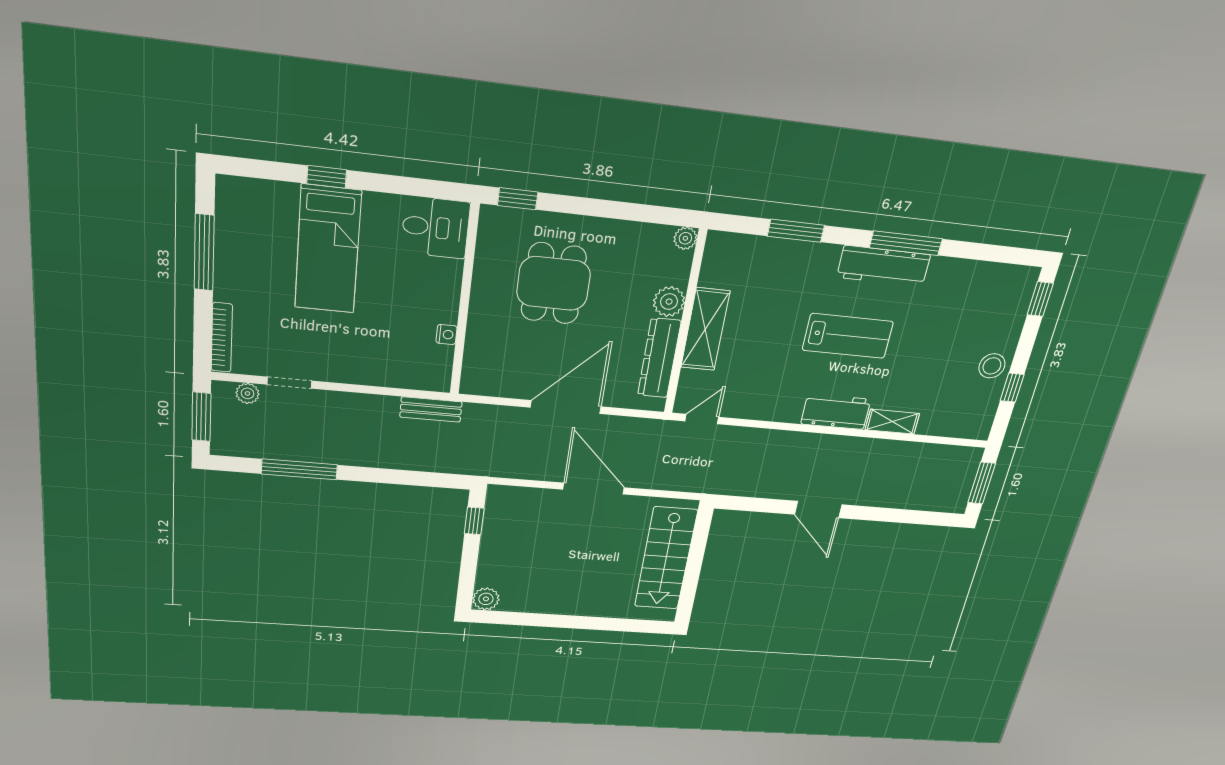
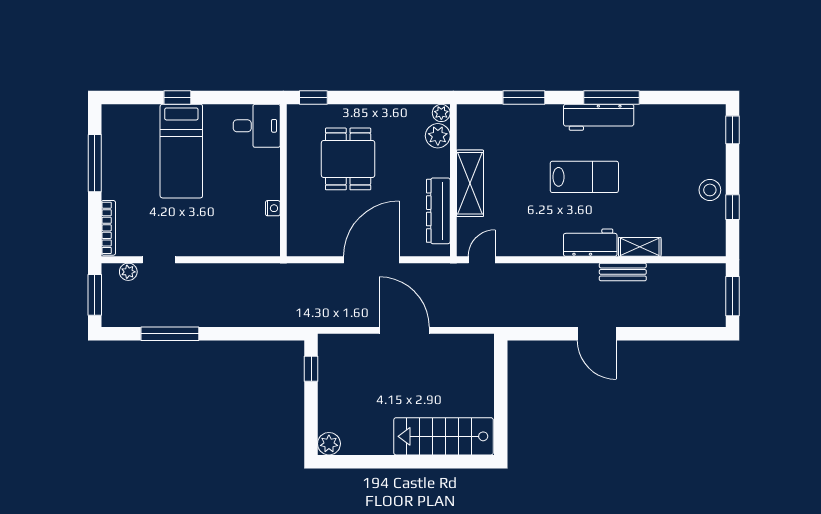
plant: (669, 302) -> (438, 136), moved
bench: (431, 409) -> (623, 272), moved
stairs: (666, 559) -> (444, 436), moved, turned 90

